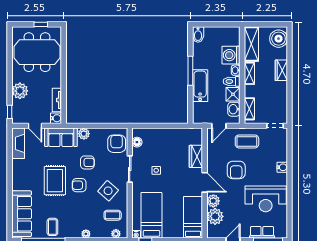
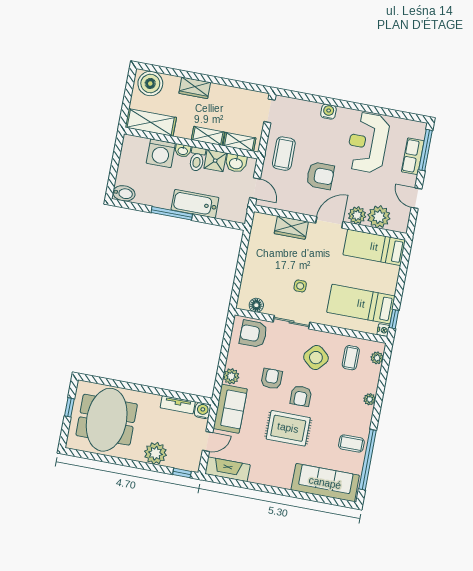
shelving: (249, 73) -> (208, 136), moved
reception desk: (266, 199) -> (368, 143), turned 180

